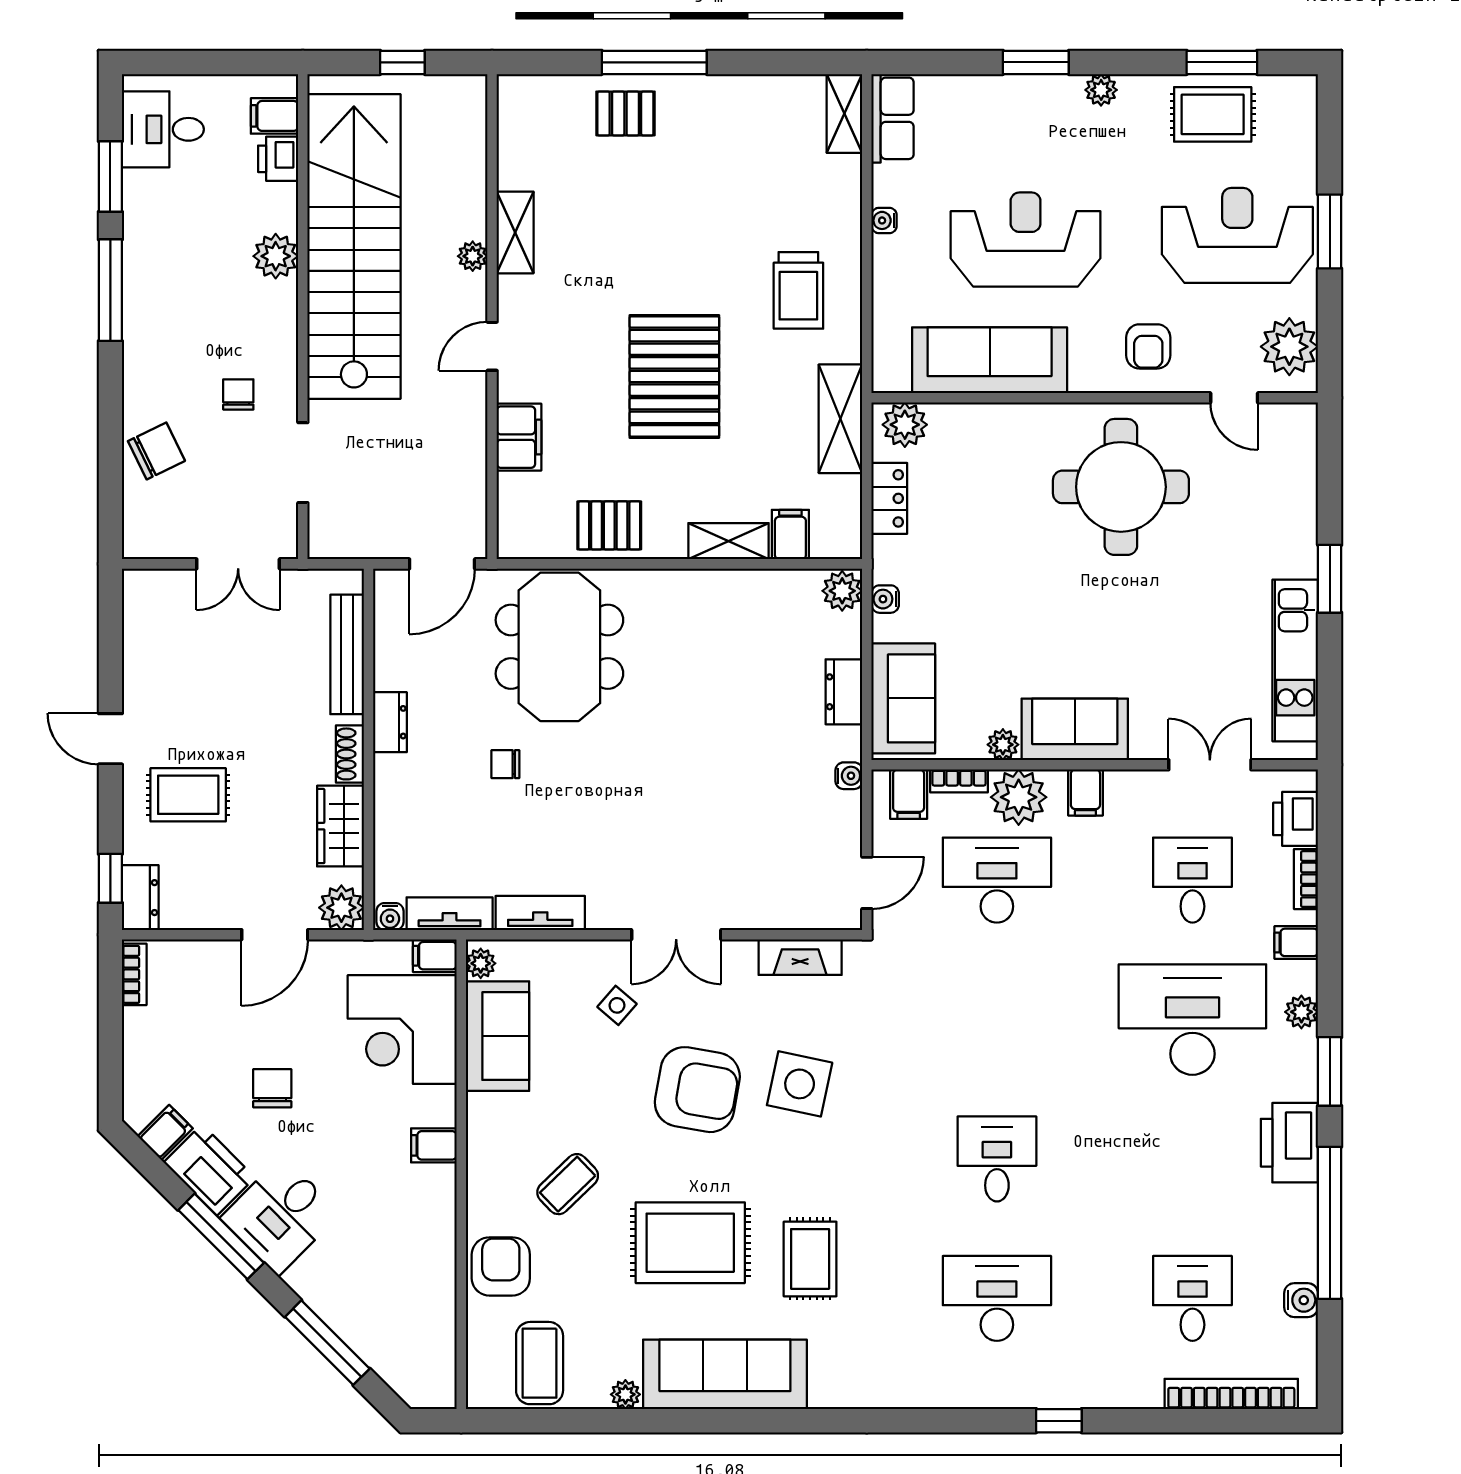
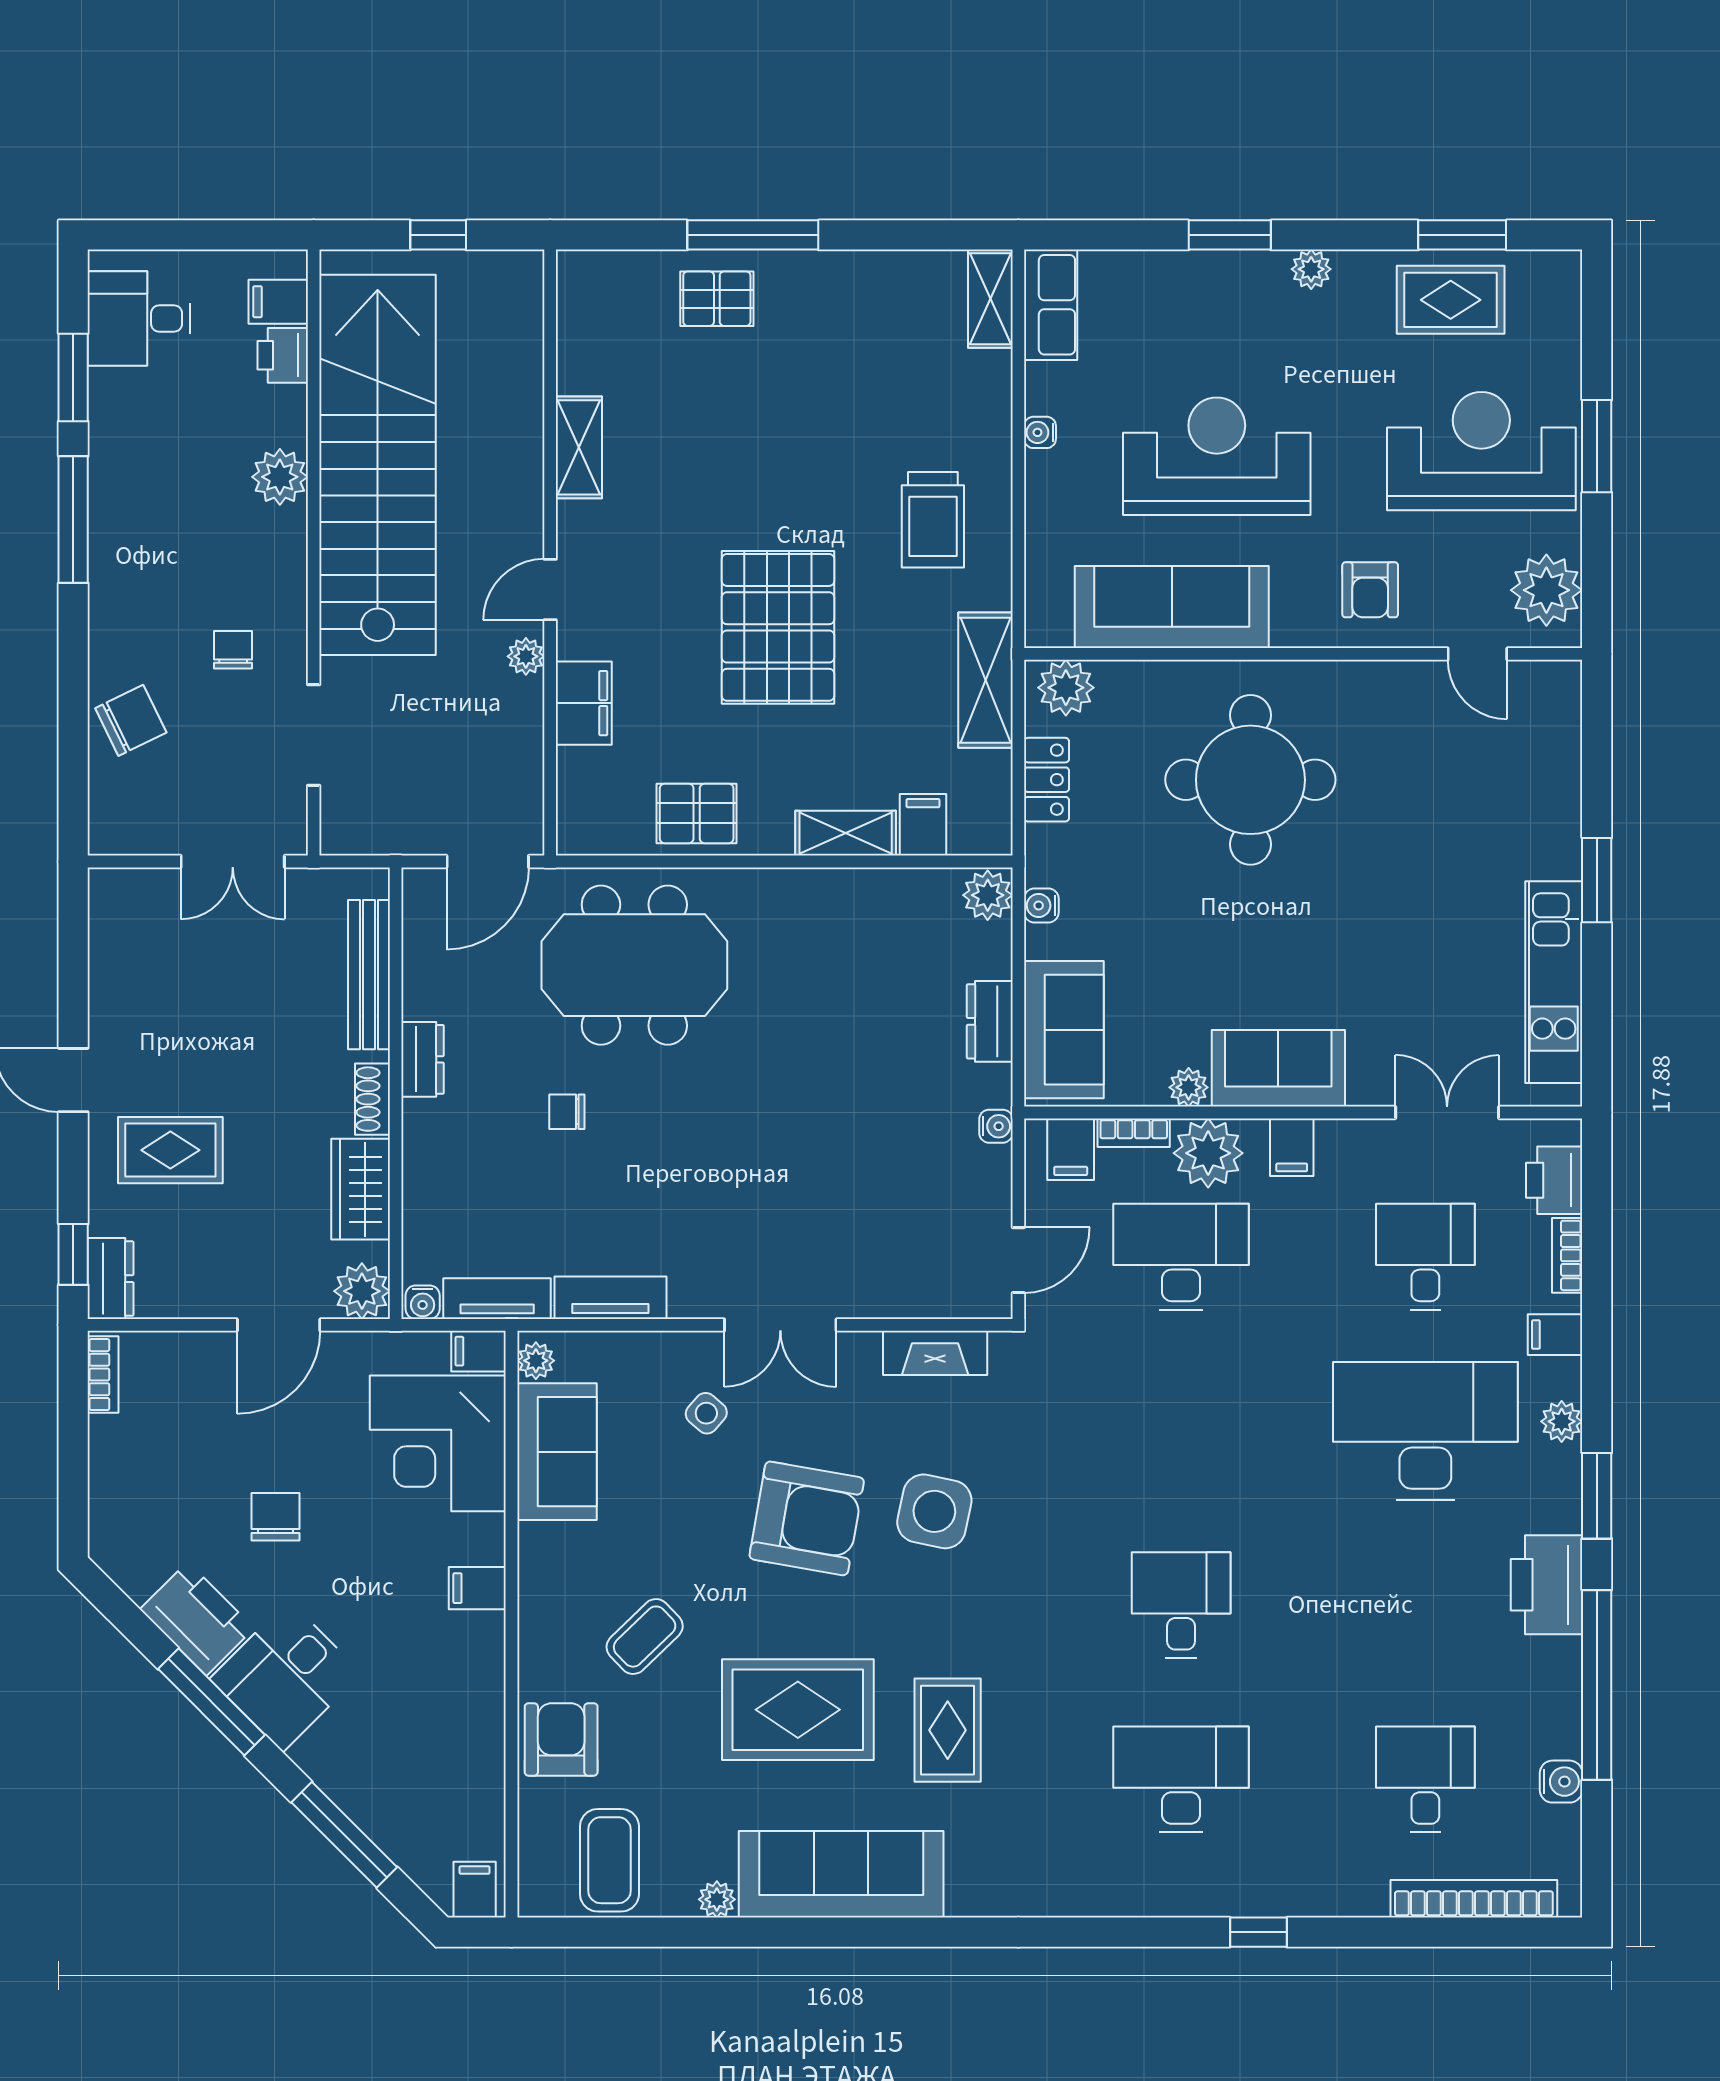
plant: (473, 256) -> (526, 656), moved
round table: (1121, 487) -> (1250, 780), moved
meeting table: (559, 647) -> (634, 965), turned 90
filing cabinet: (165, 1132) -> (475, 1890), moved, turned -45

